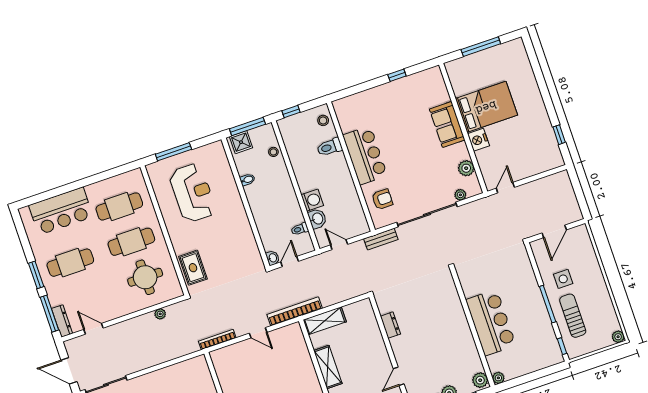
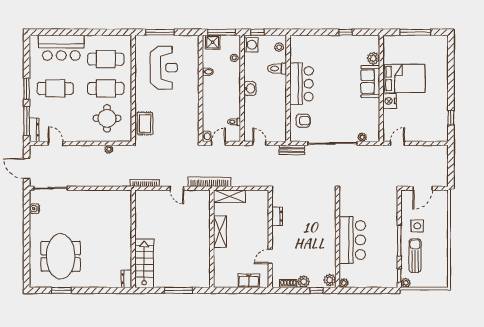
plant: (466, 168) -> (373, 58), moved
washing machine: (312, 200) -> (251, 45), moved
washbasin: (317, 219) -> (250, 88), moved
plant: (618, 337) -> (406, 283), moved

